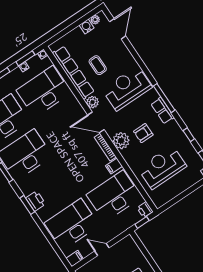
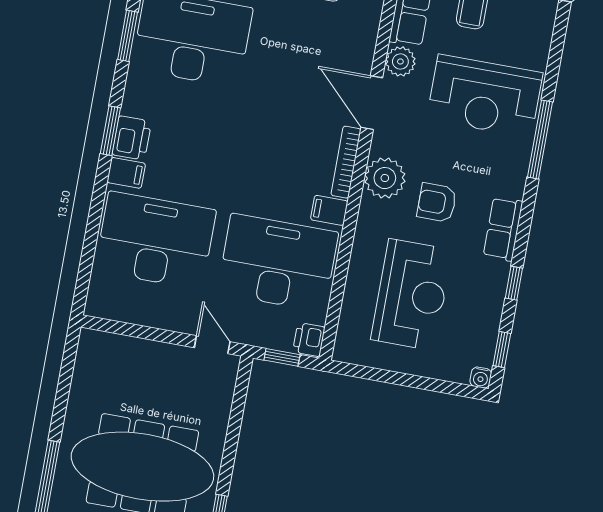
reception desk: (127, 88) -> (485, 96), turned 180
window: (164, 98) -> (540, 139), moved
row of seats: (163, 111) -> (503, 229), moved
reception desk: (162, 167) -> (412, 295), turned 90
door: (102, 249) -> (212, 345), moved
filing cabinet: (75, 259) -> (126, 173), moved

